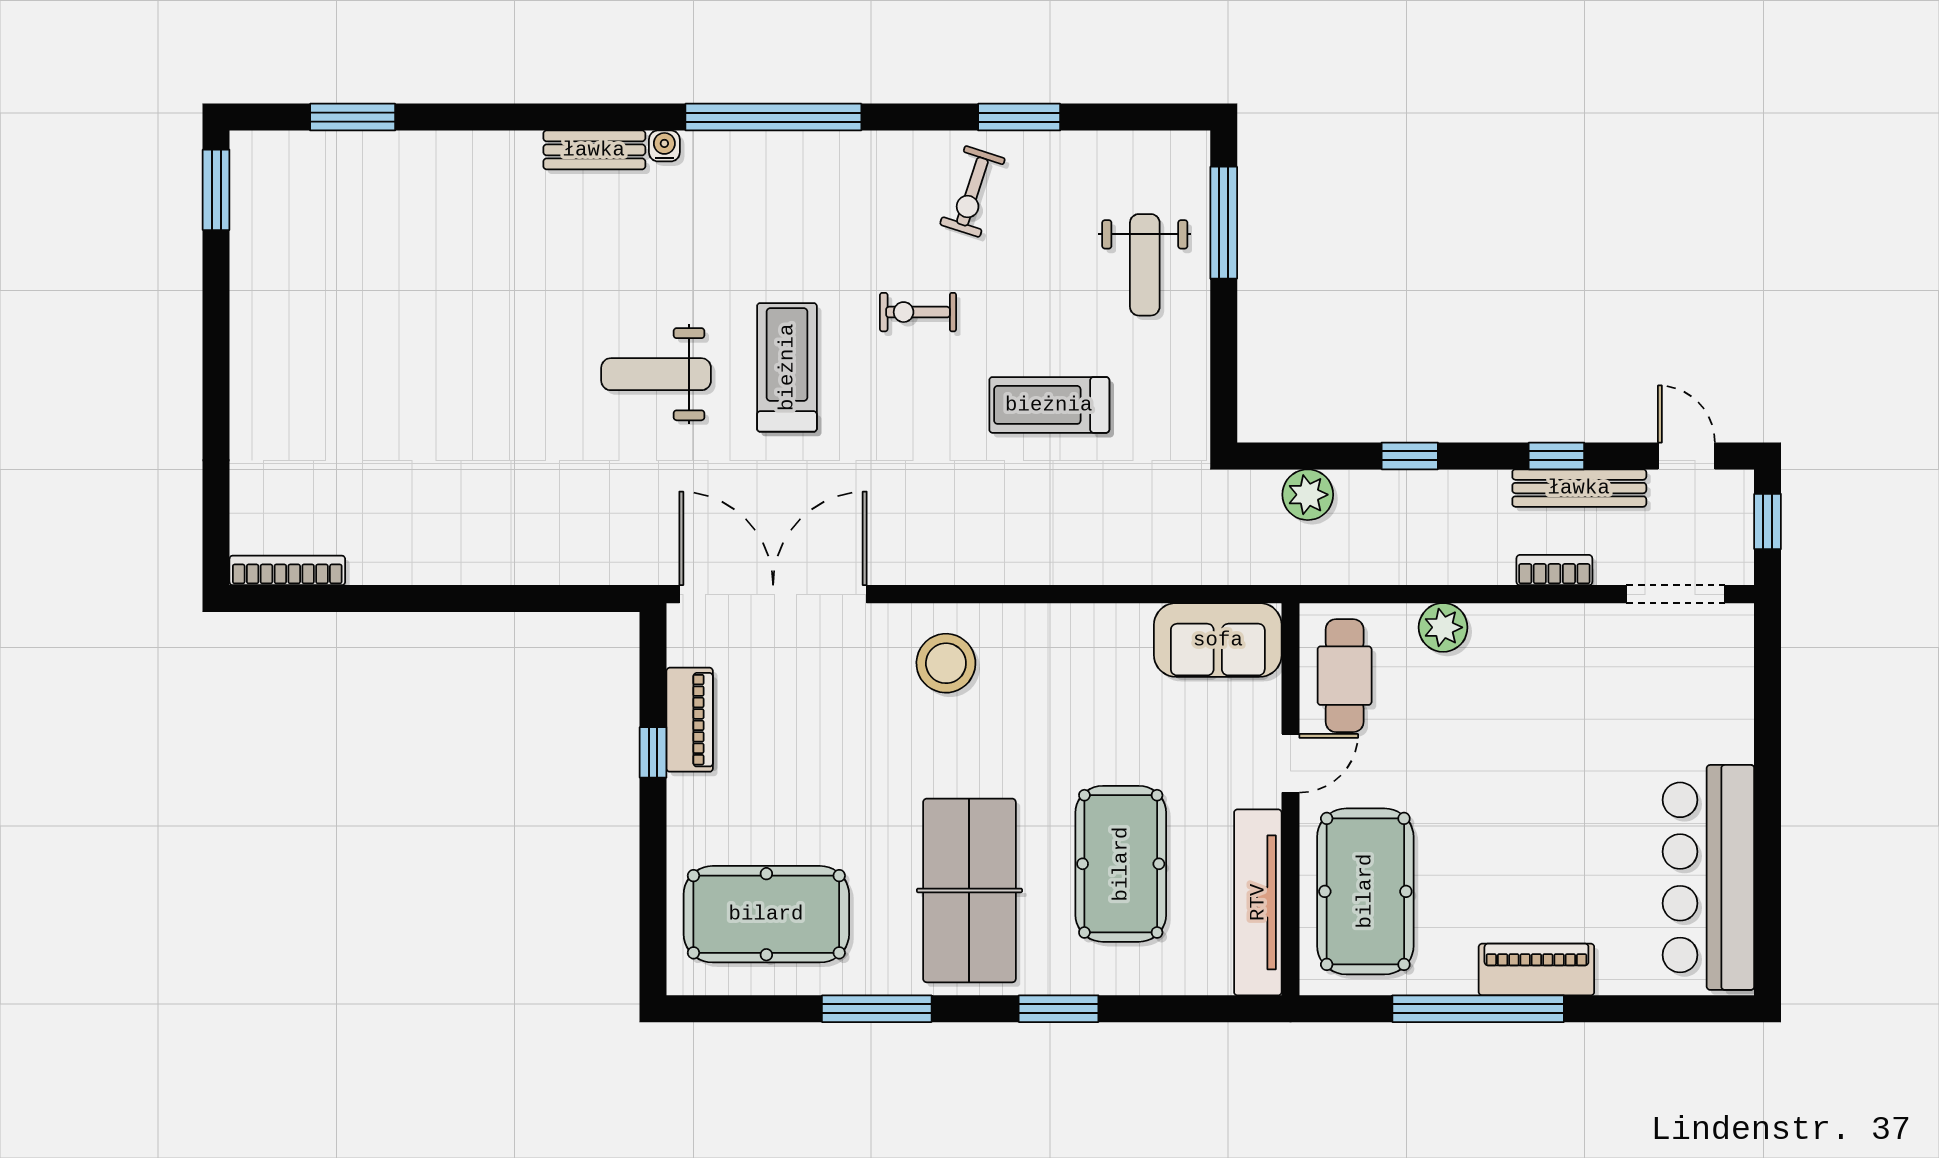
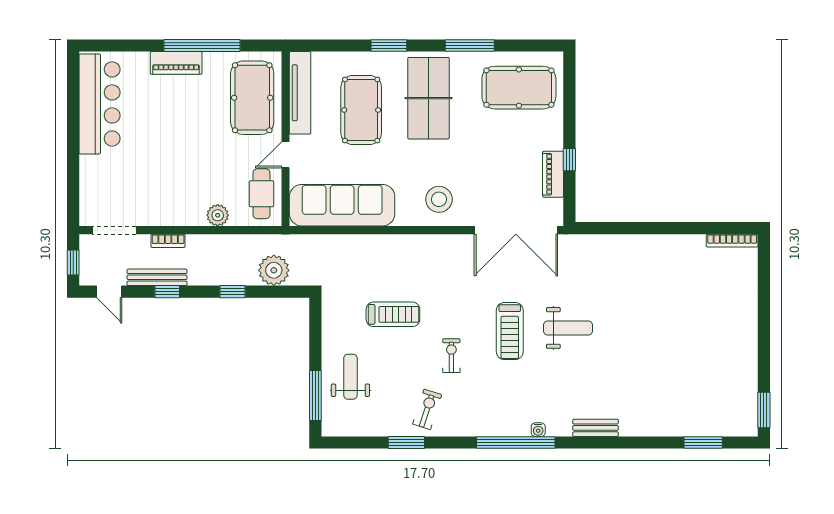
water cooler: (664, 146) -> (538, 430), moved
exercise bike: (918, 312) -> (451, 356), turned -90
plant: (1308, 495) -> (274, 270), width x1.36, depth x1.36
sofa: (1218, 640) -> (342, 205), width x1.85, depth x1.27

